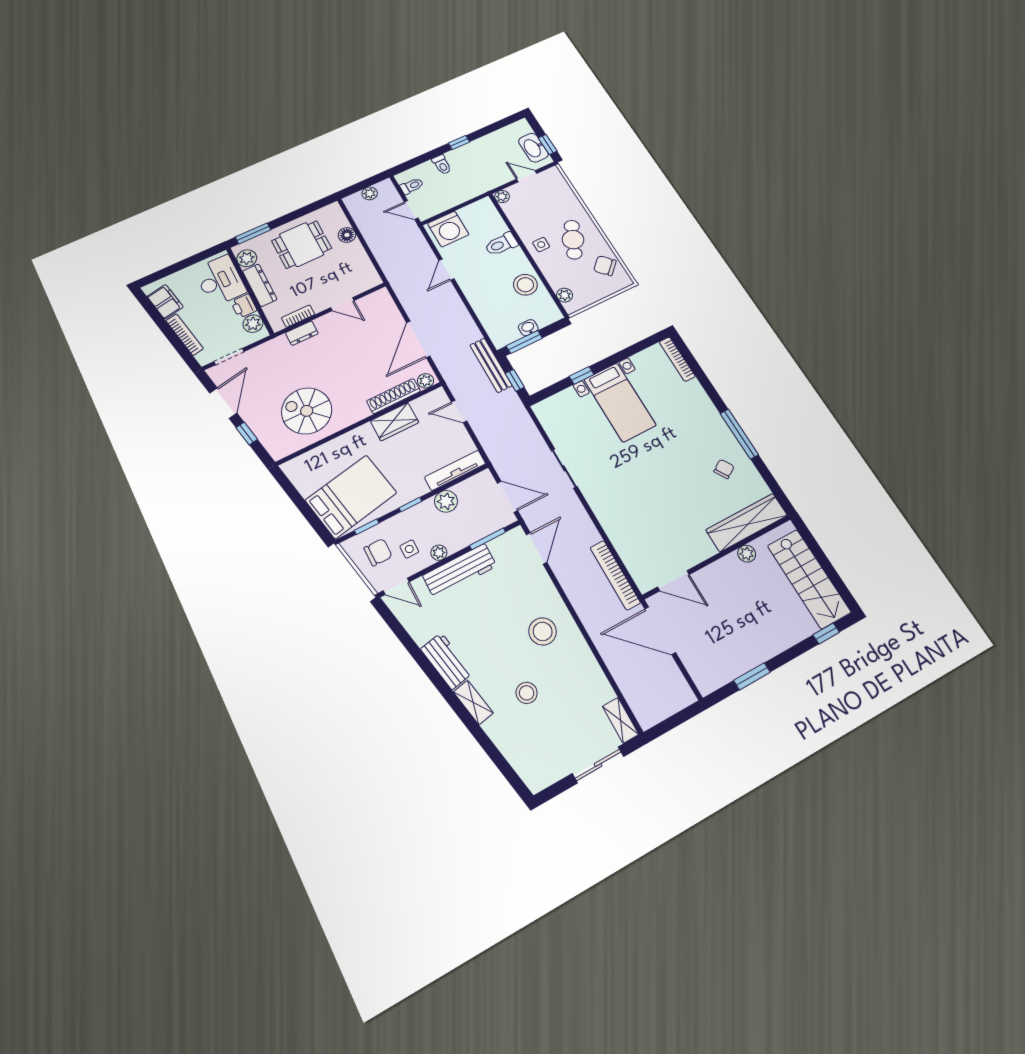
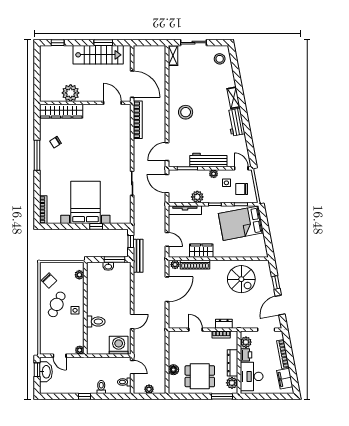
stool: (525, 285) -> (96, 291), removed
bed with nightstands: (620, 402) -> (85, 202), width x1.36
plant: (747, 554) -> (71, 93), width x1.88, depth x1.88
stairs: (809, 579) -> (98, 55), moved, turned 90
stool: (527, 693) -> (220, 59), moved

